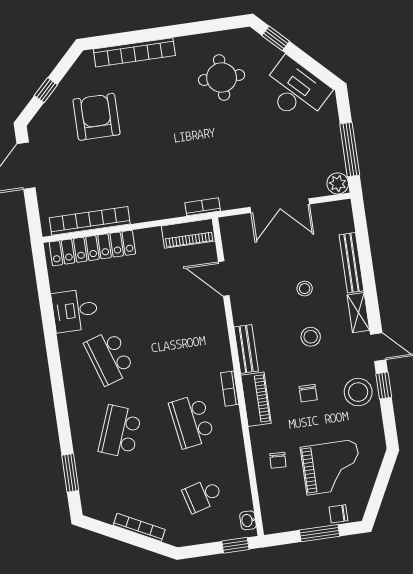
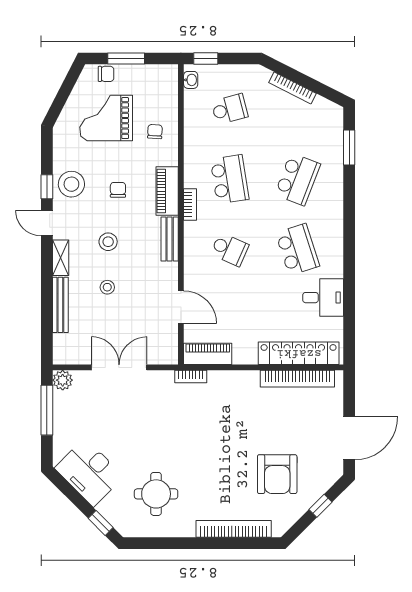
school desk: (181, 347) -> (230, 249), added

